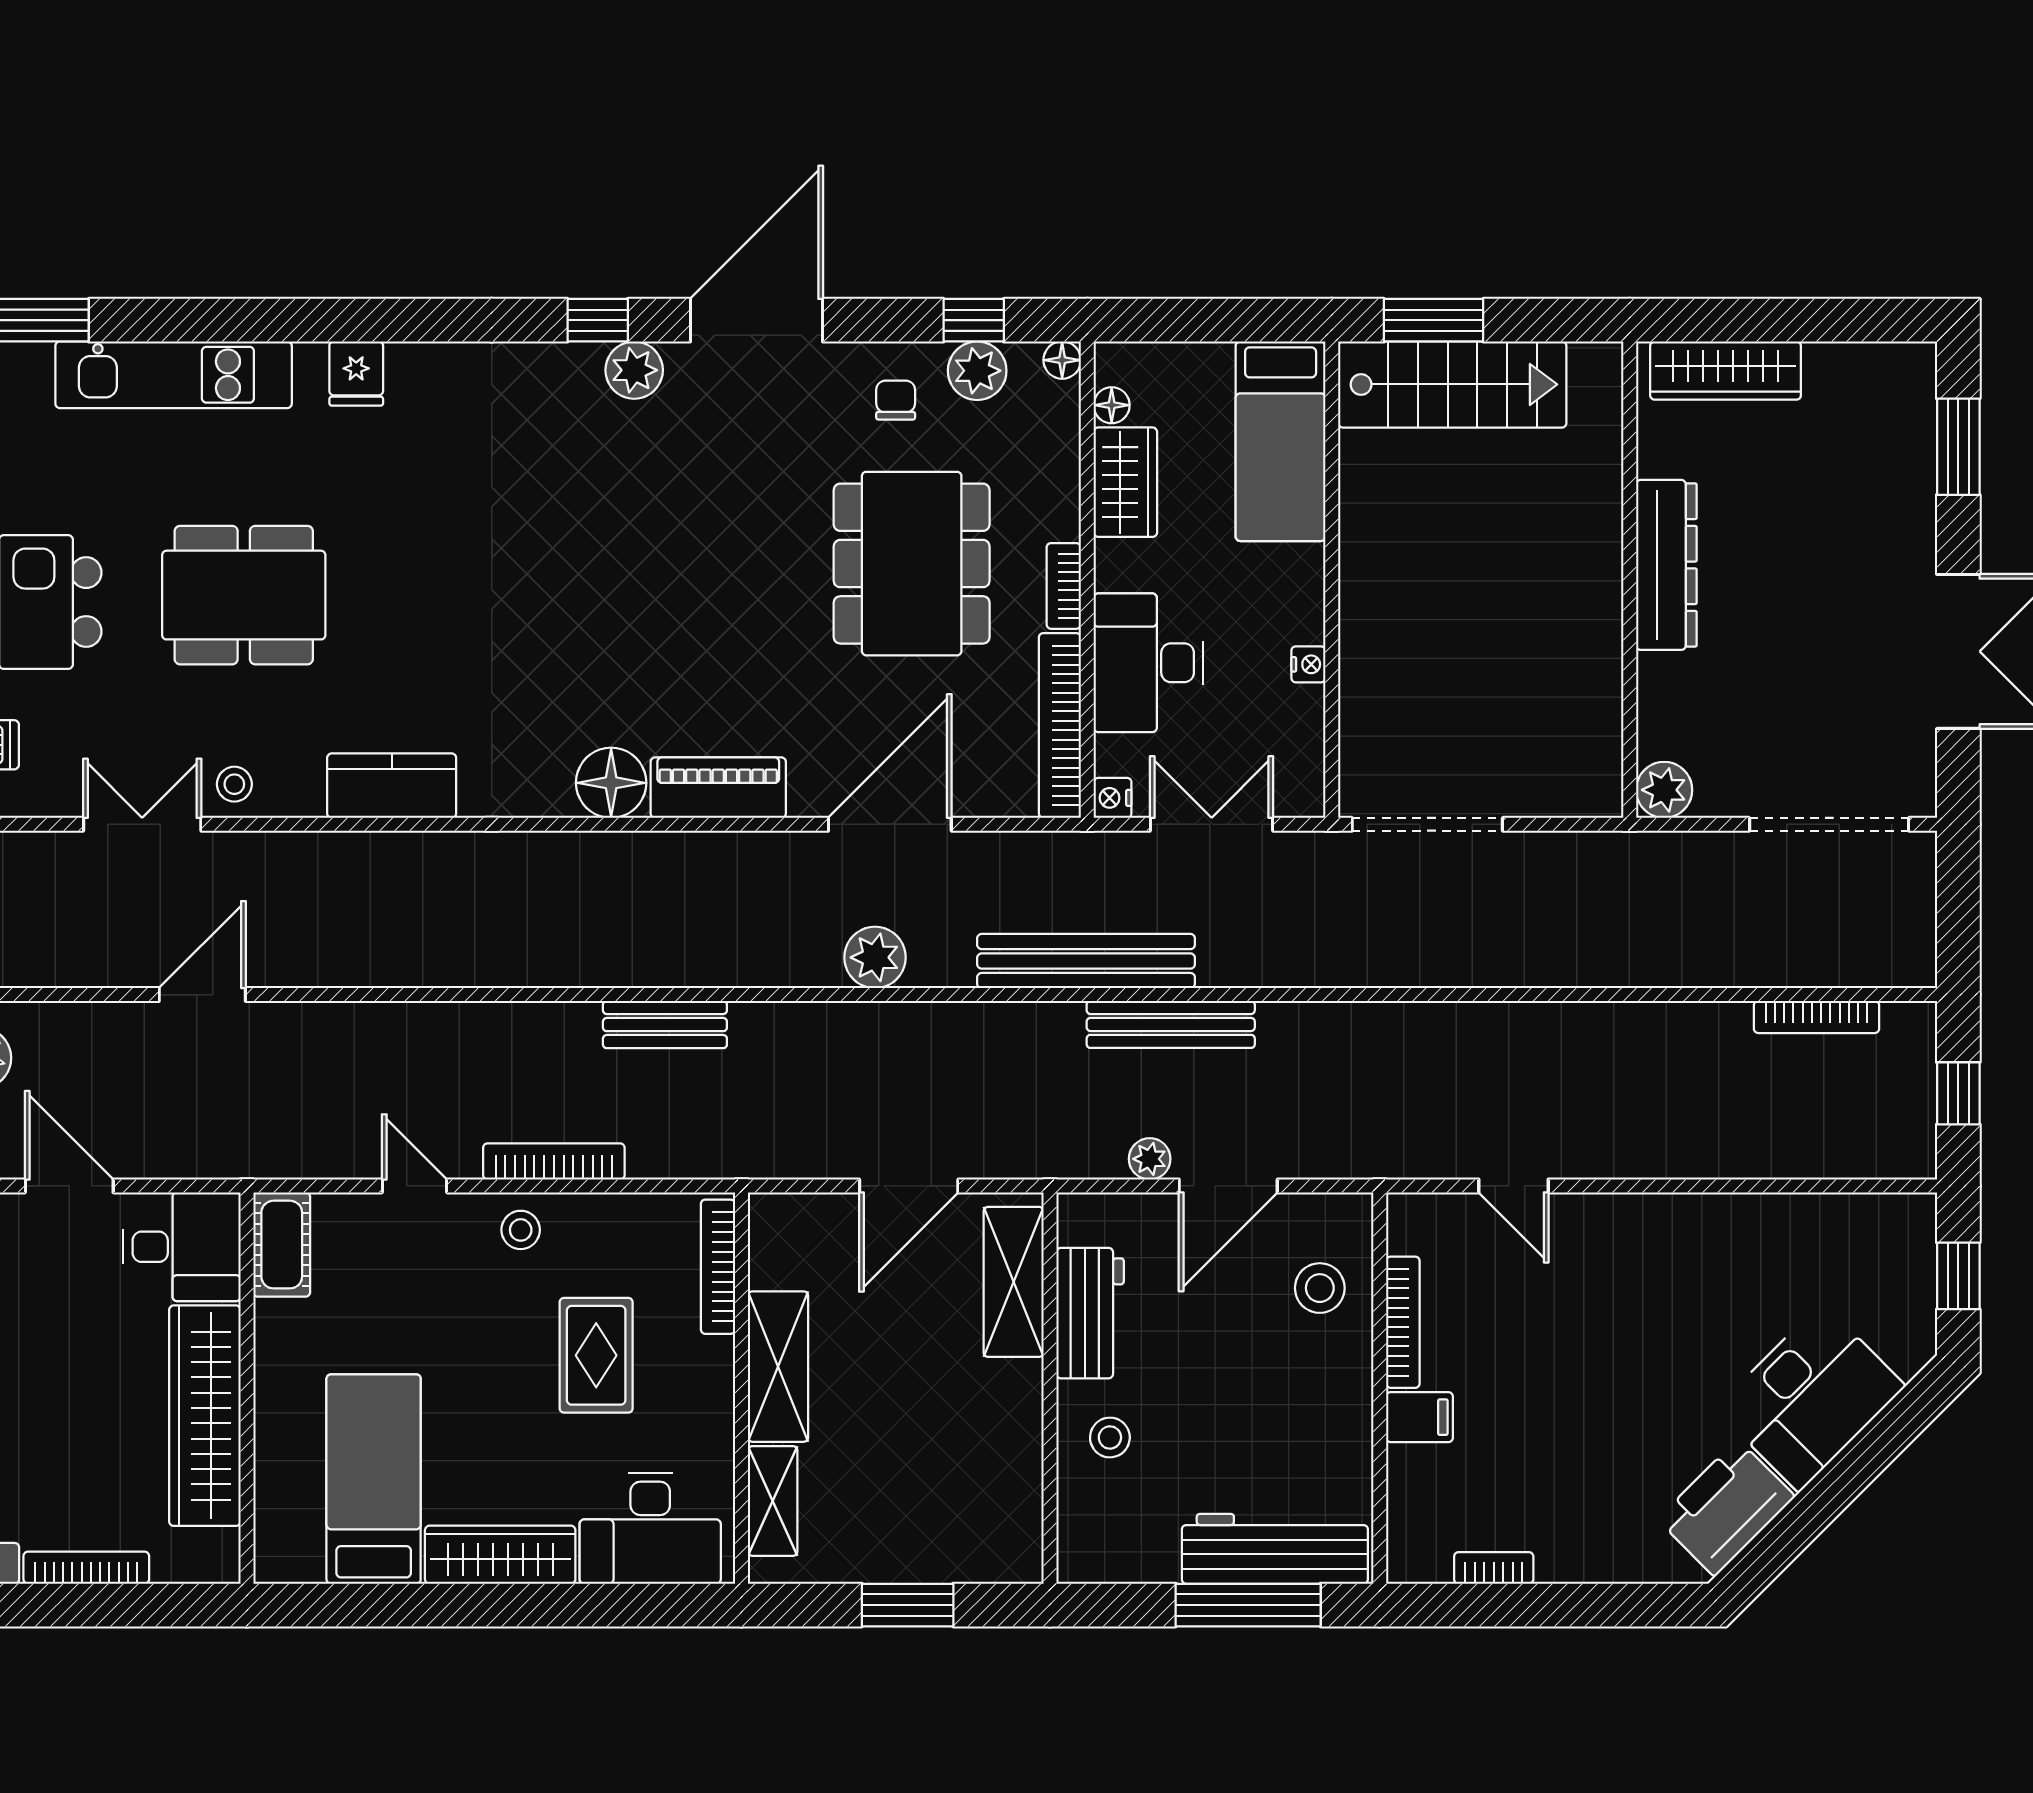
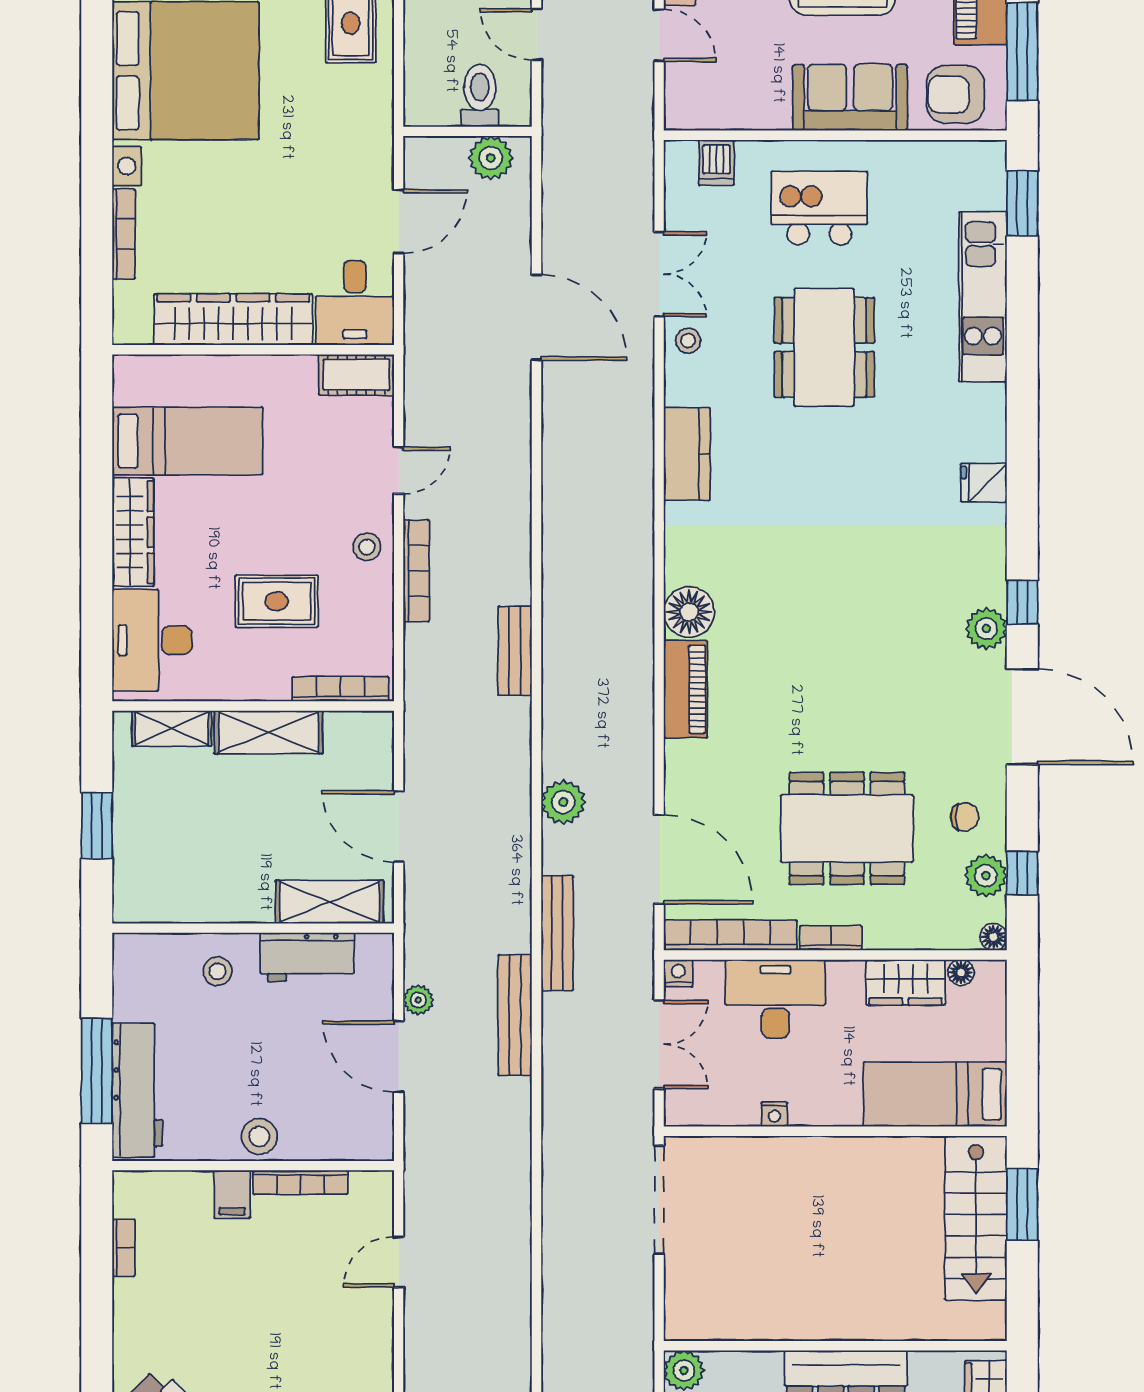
fridge: (356, 374) -> (984, 483), moved
door: (890, 824) -> (659, 859), moved
bench: (1086, 961) -> (557, 933), width x0.73, depth x0.82
door: (202, 995) -> (537, 318), width x1.36
stool: (1320, 1288) -> (259, 1136), moved

